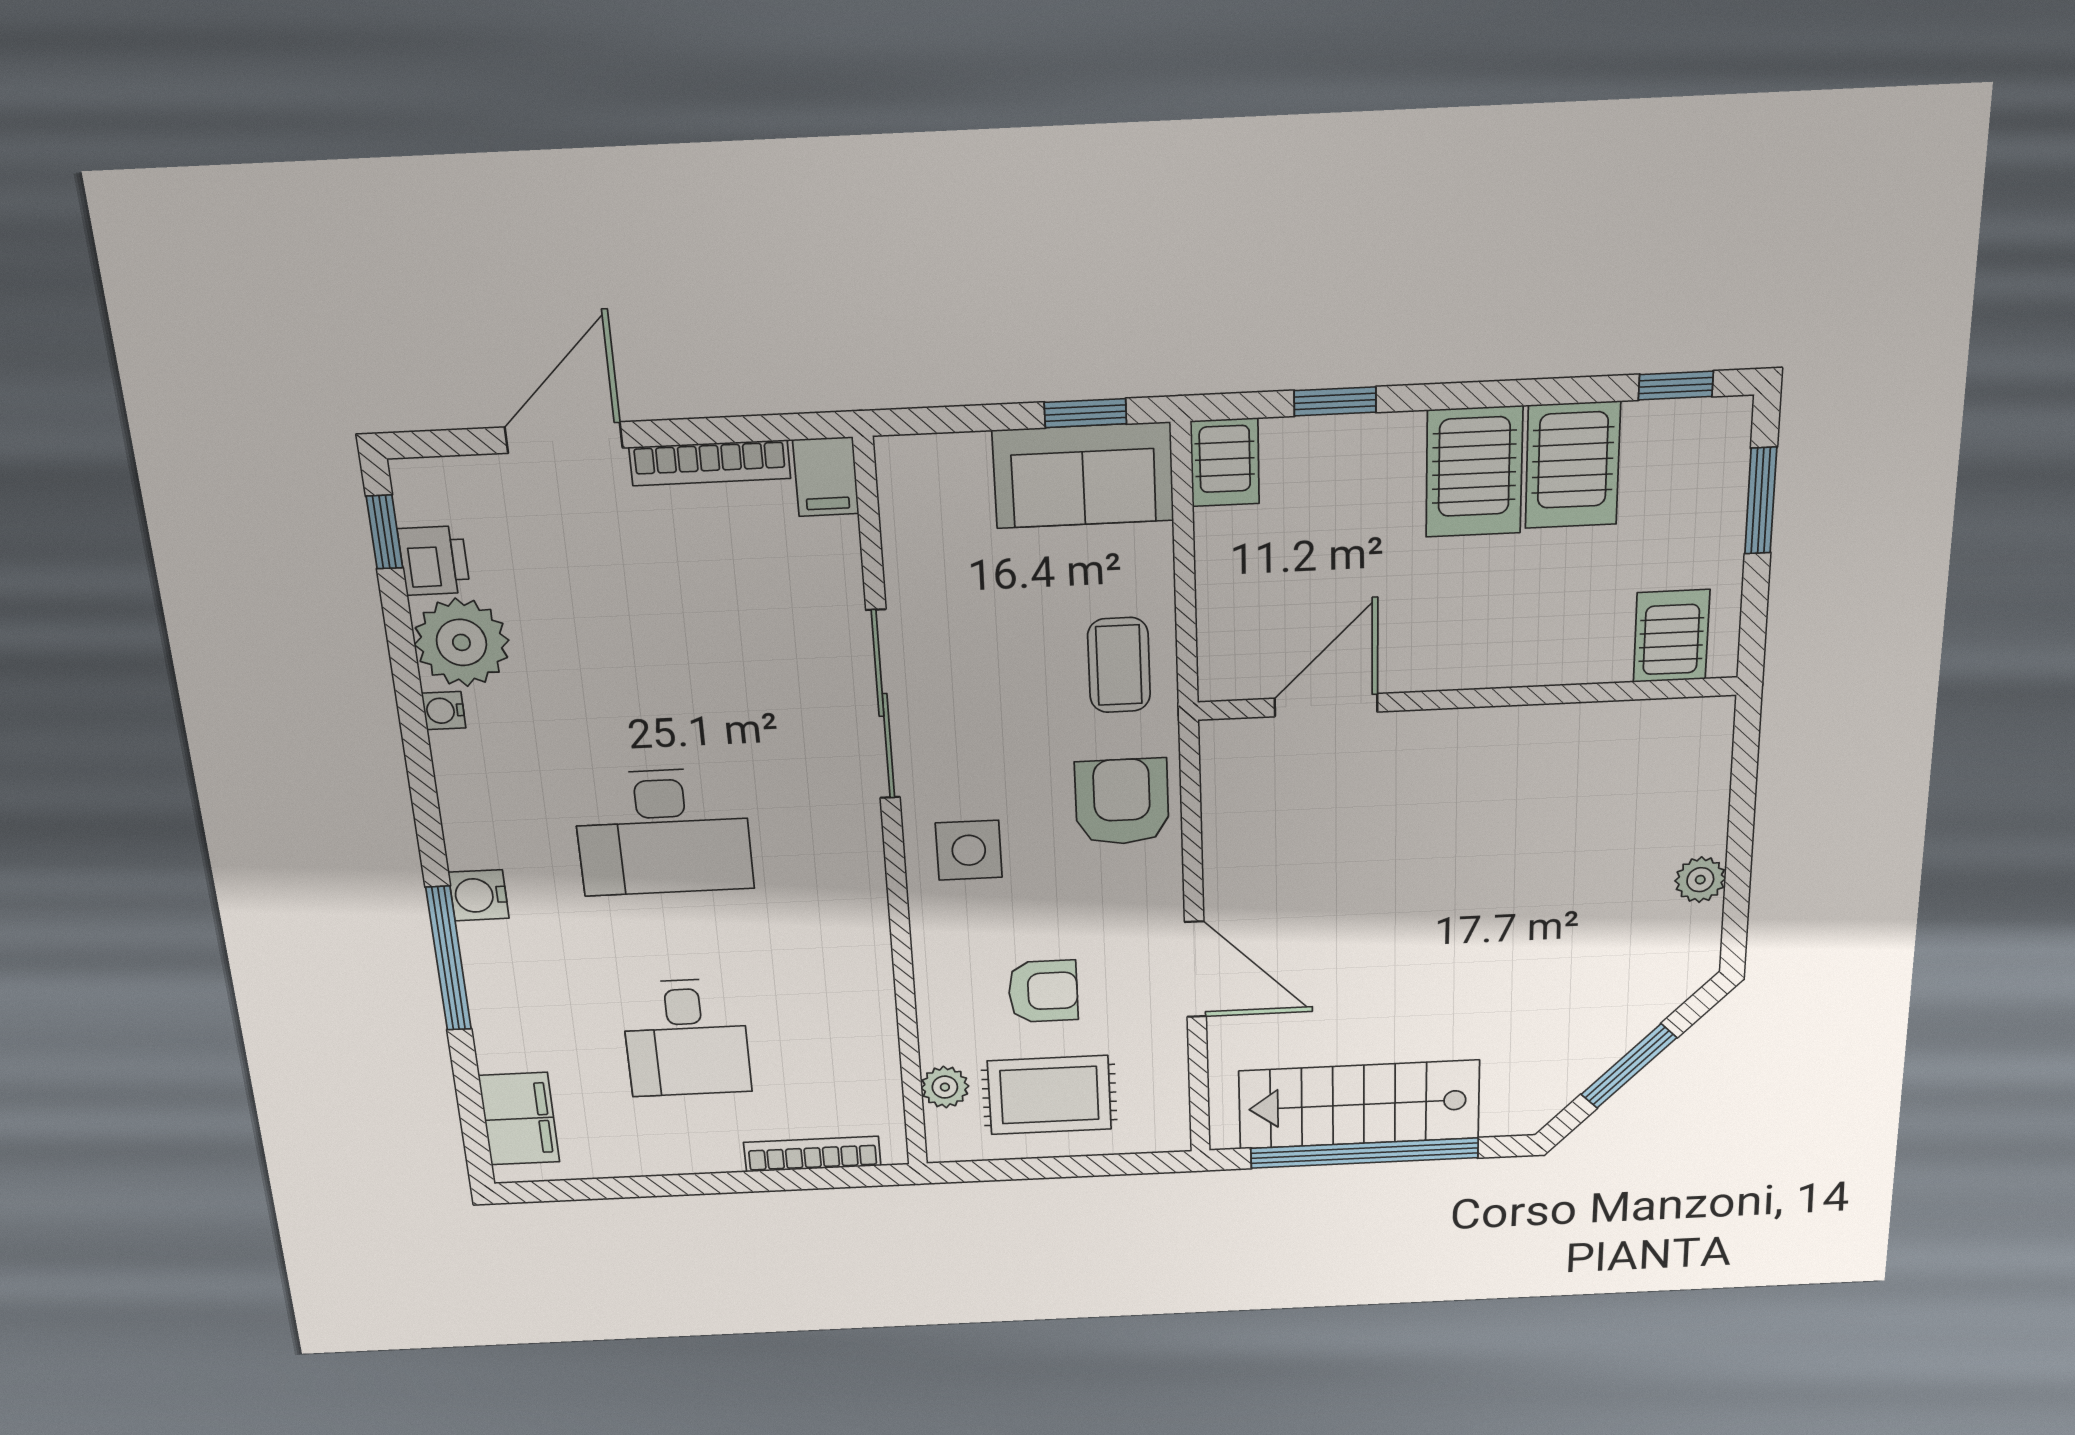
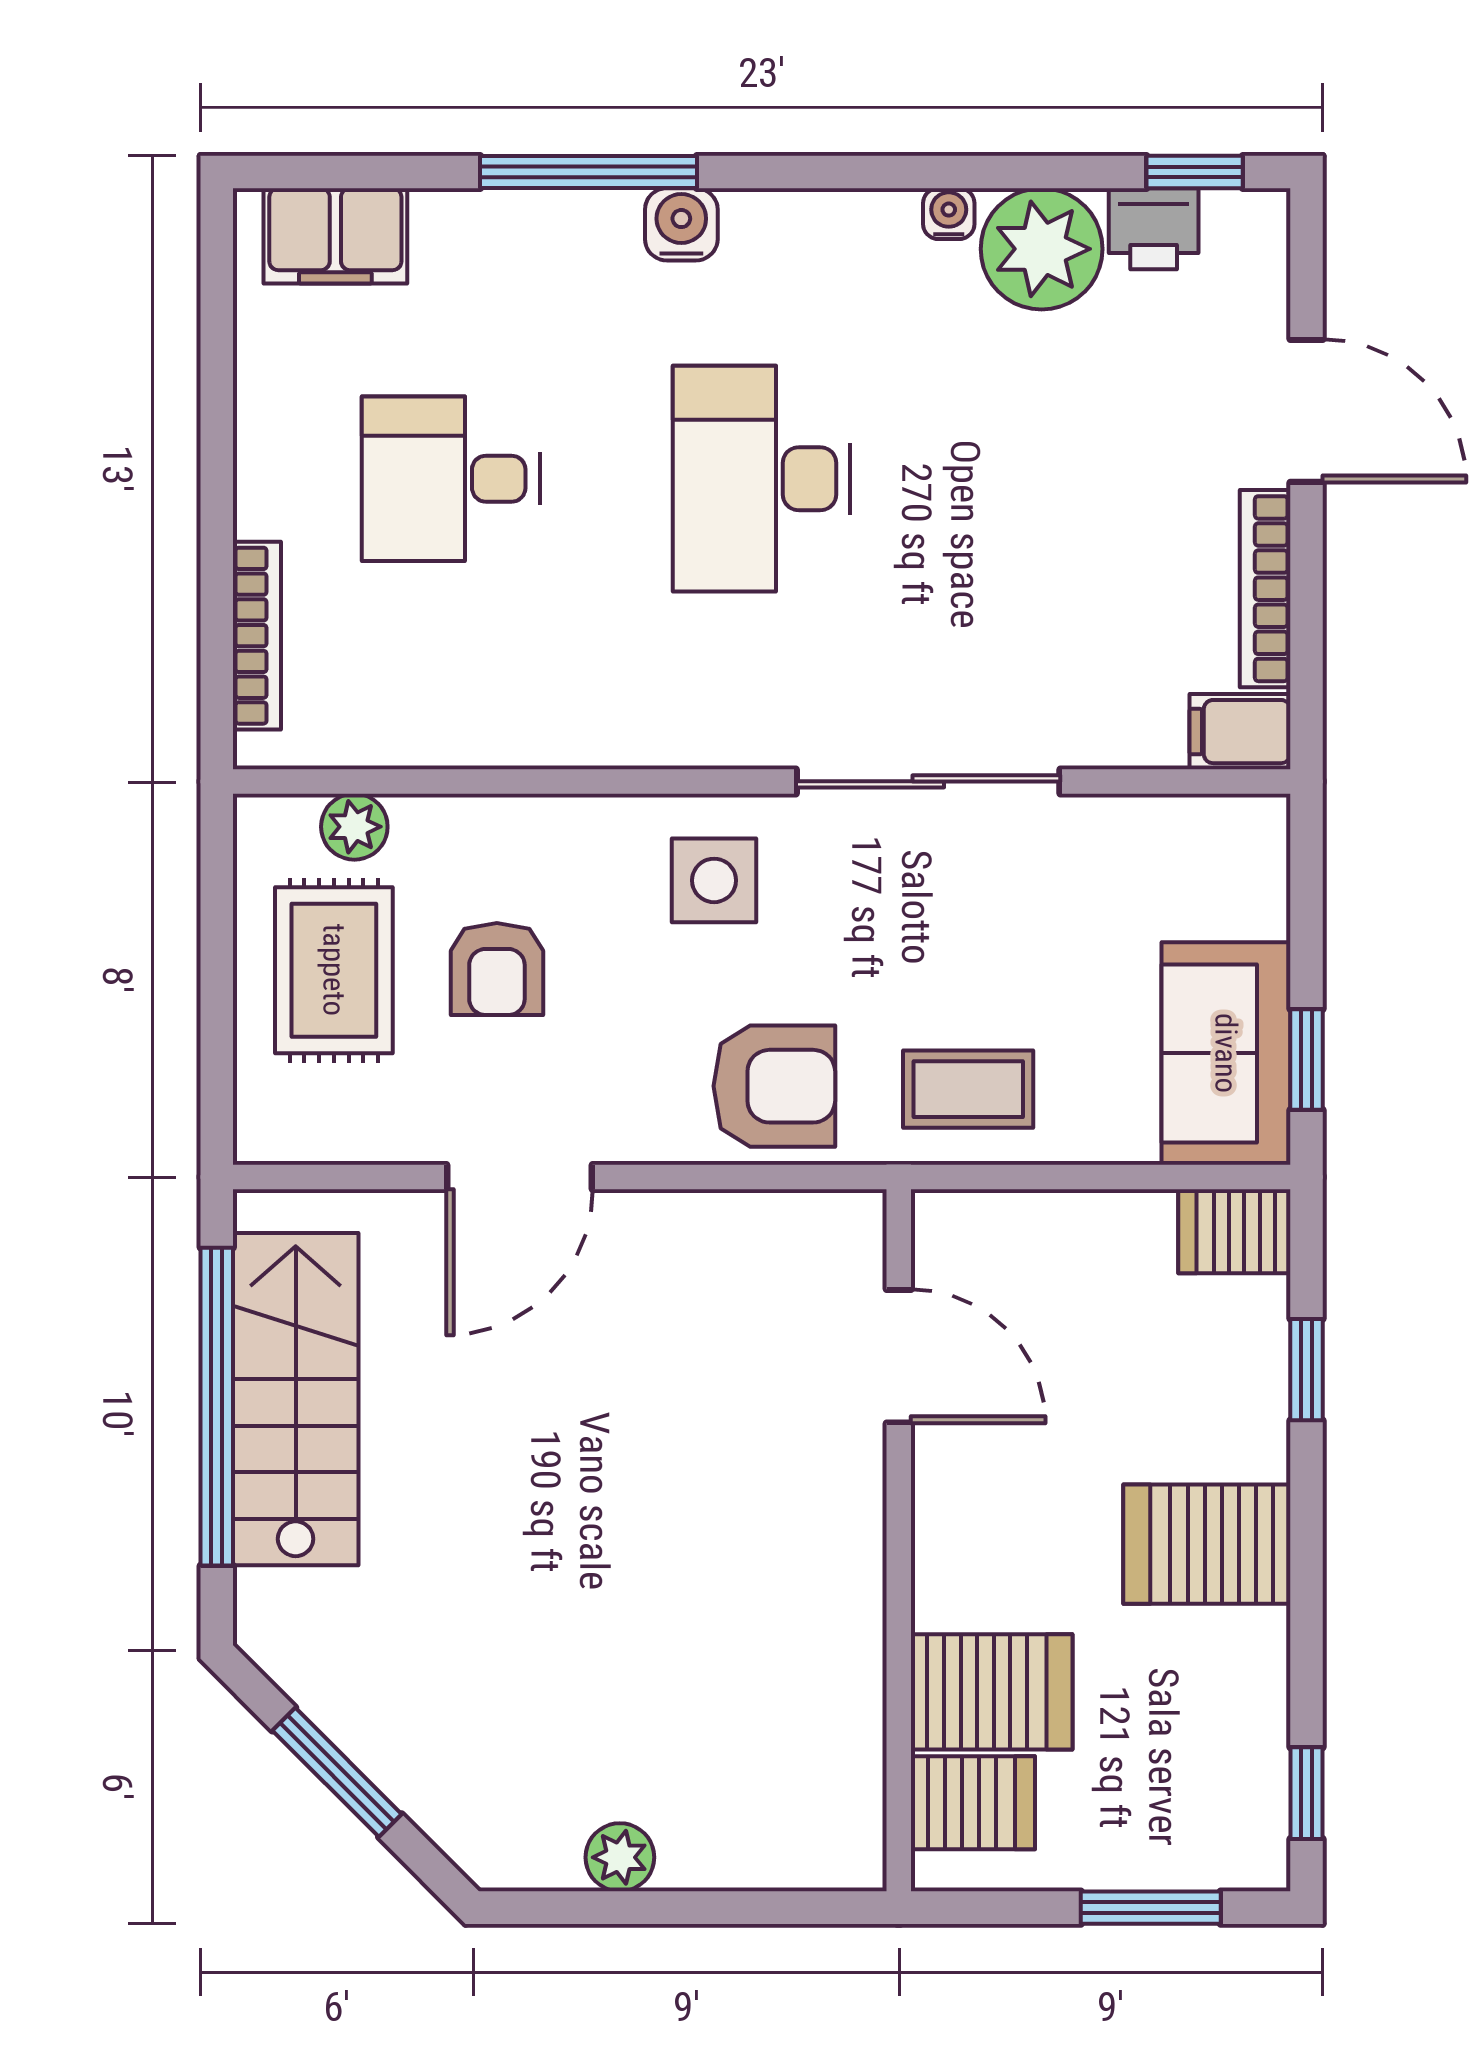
server rack: (1573, 465) -> (992, 1692), moved, turned 180

